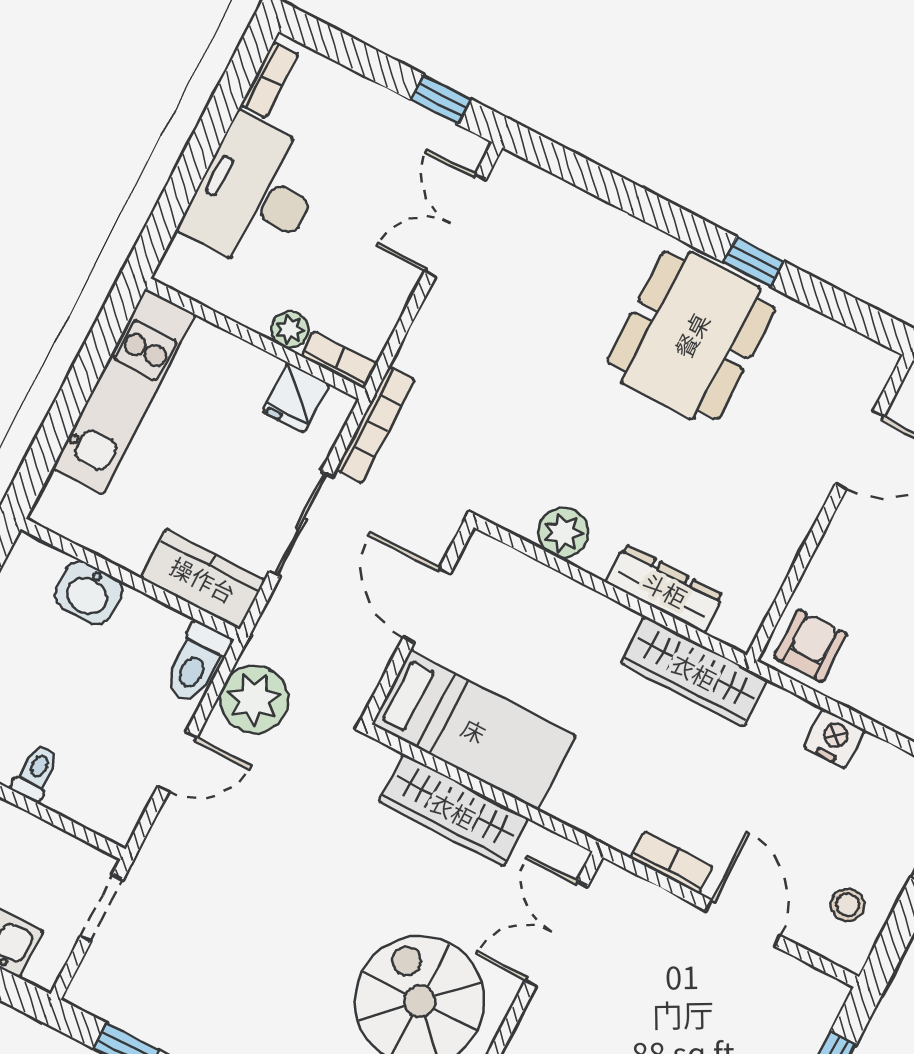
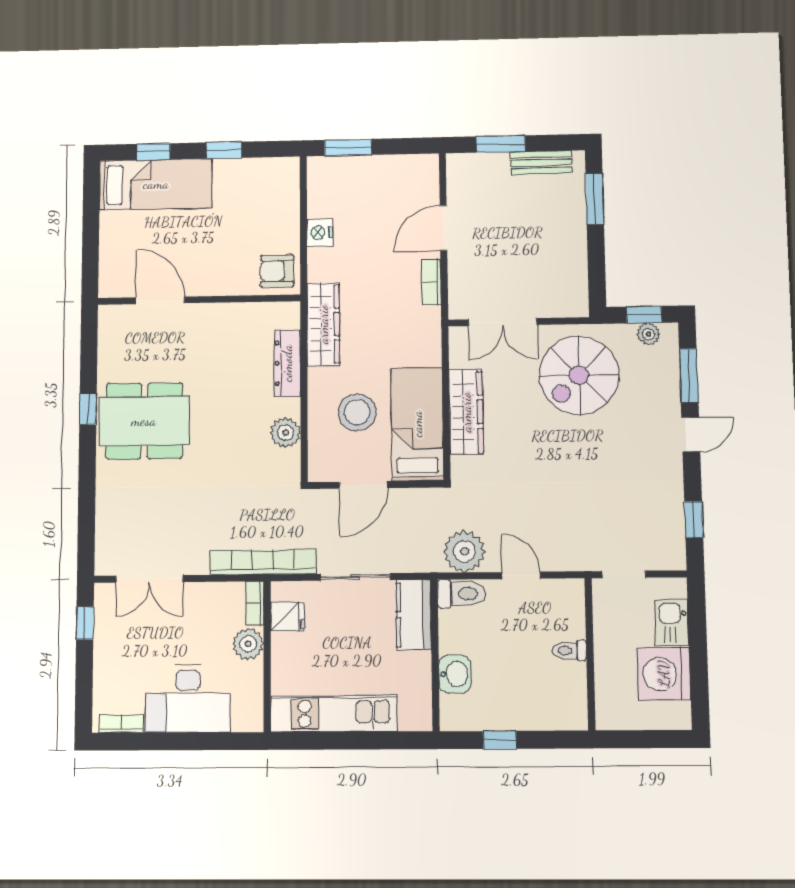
plant: (290, 330) -> (248, 644), width x1.38, depth x1.38
bookcase: (375, 425) -> (263, 562), width x1.48, depth x1.31
stool: (848, 905) -> (357, 412), moved, width x1.89, depth x1.89

